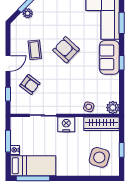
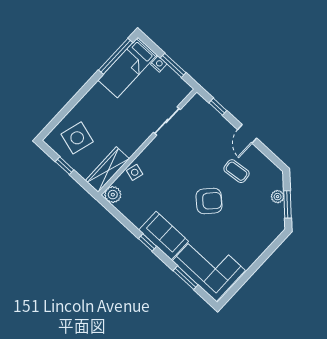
armchair: (30, 85) -> (208, 136), removed
nightstand: (66, 124) -> (138, 135), removed

